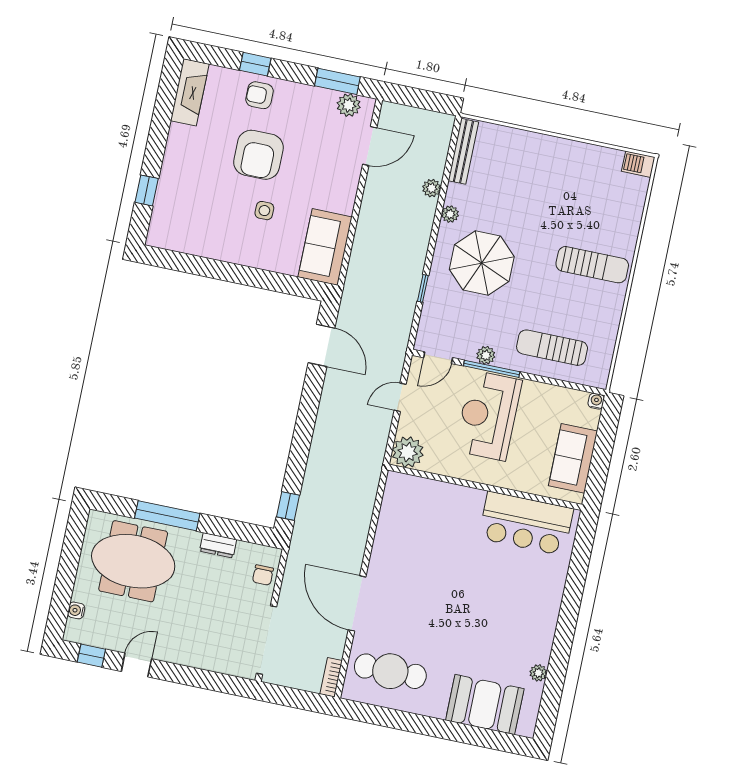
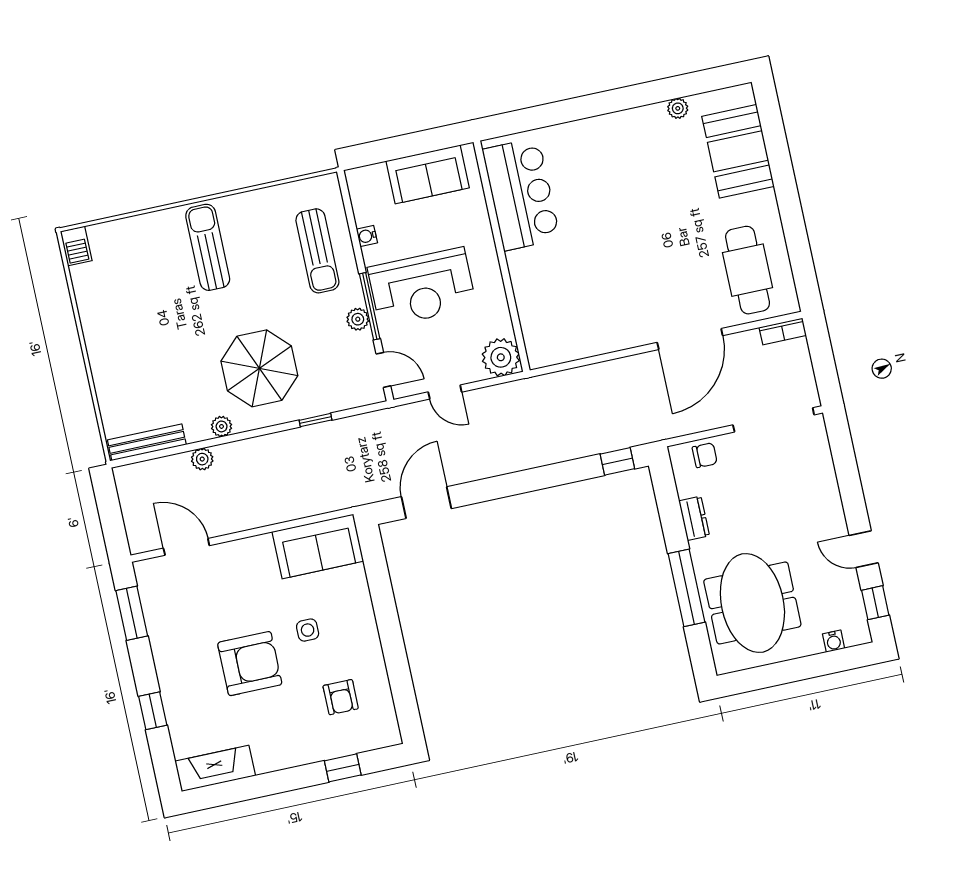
armchair: (259, 95) -> (341, 697), moved
plant: (349, 105) -> (152, 589), removed
water cooler: (596, 401) -> (367, 236), moved

